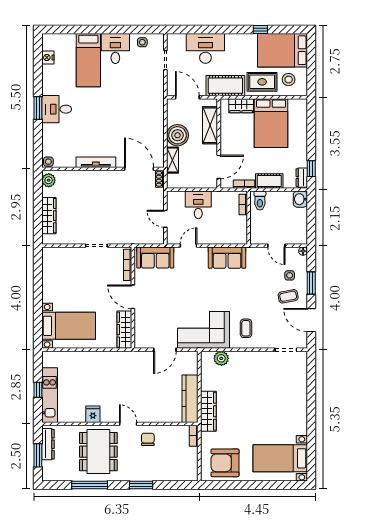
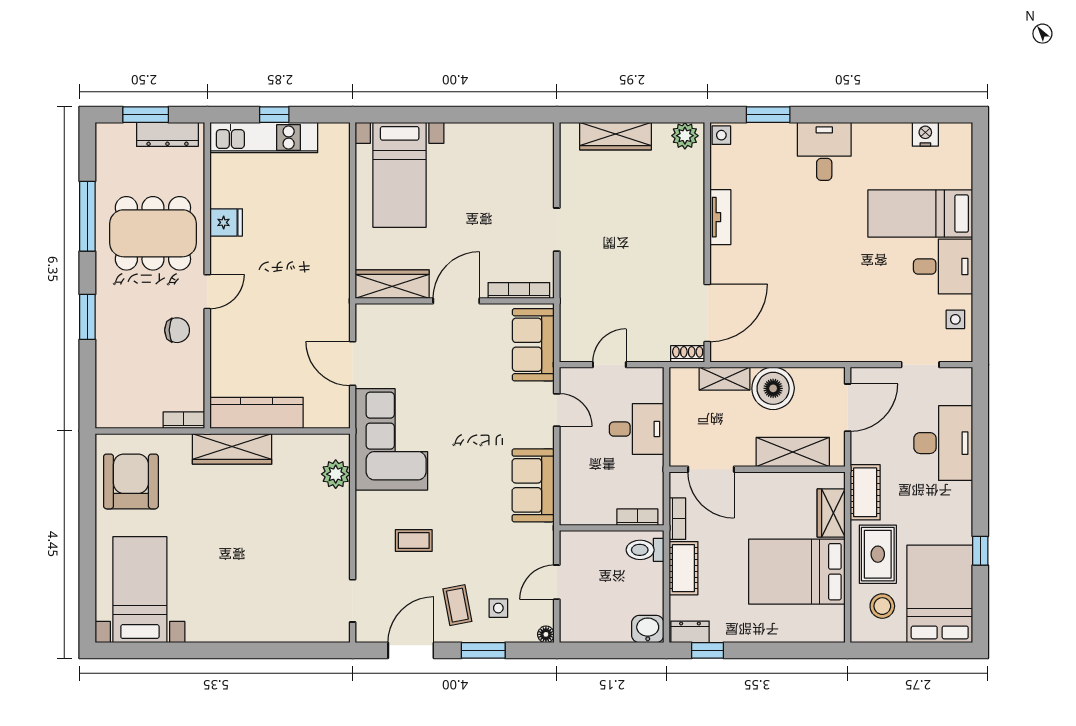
cot: (225, 86) -> (865, 492), width x0.73, depth x0.75
window: (38, 108) -> (768, 115), moved
tv unit: (96, 162) -> (720, 217), width x0.71
coffee table: (246, 328) -> (414, 541), moved

